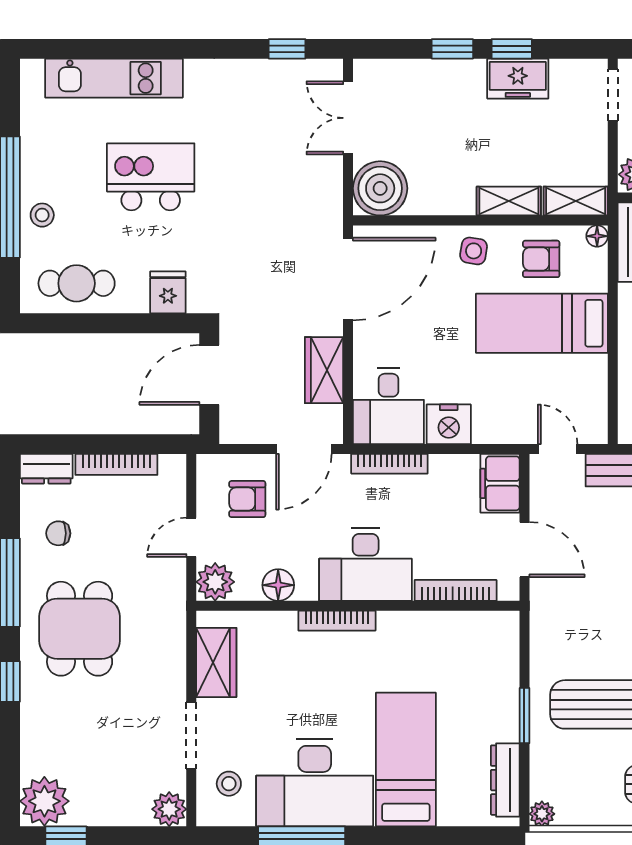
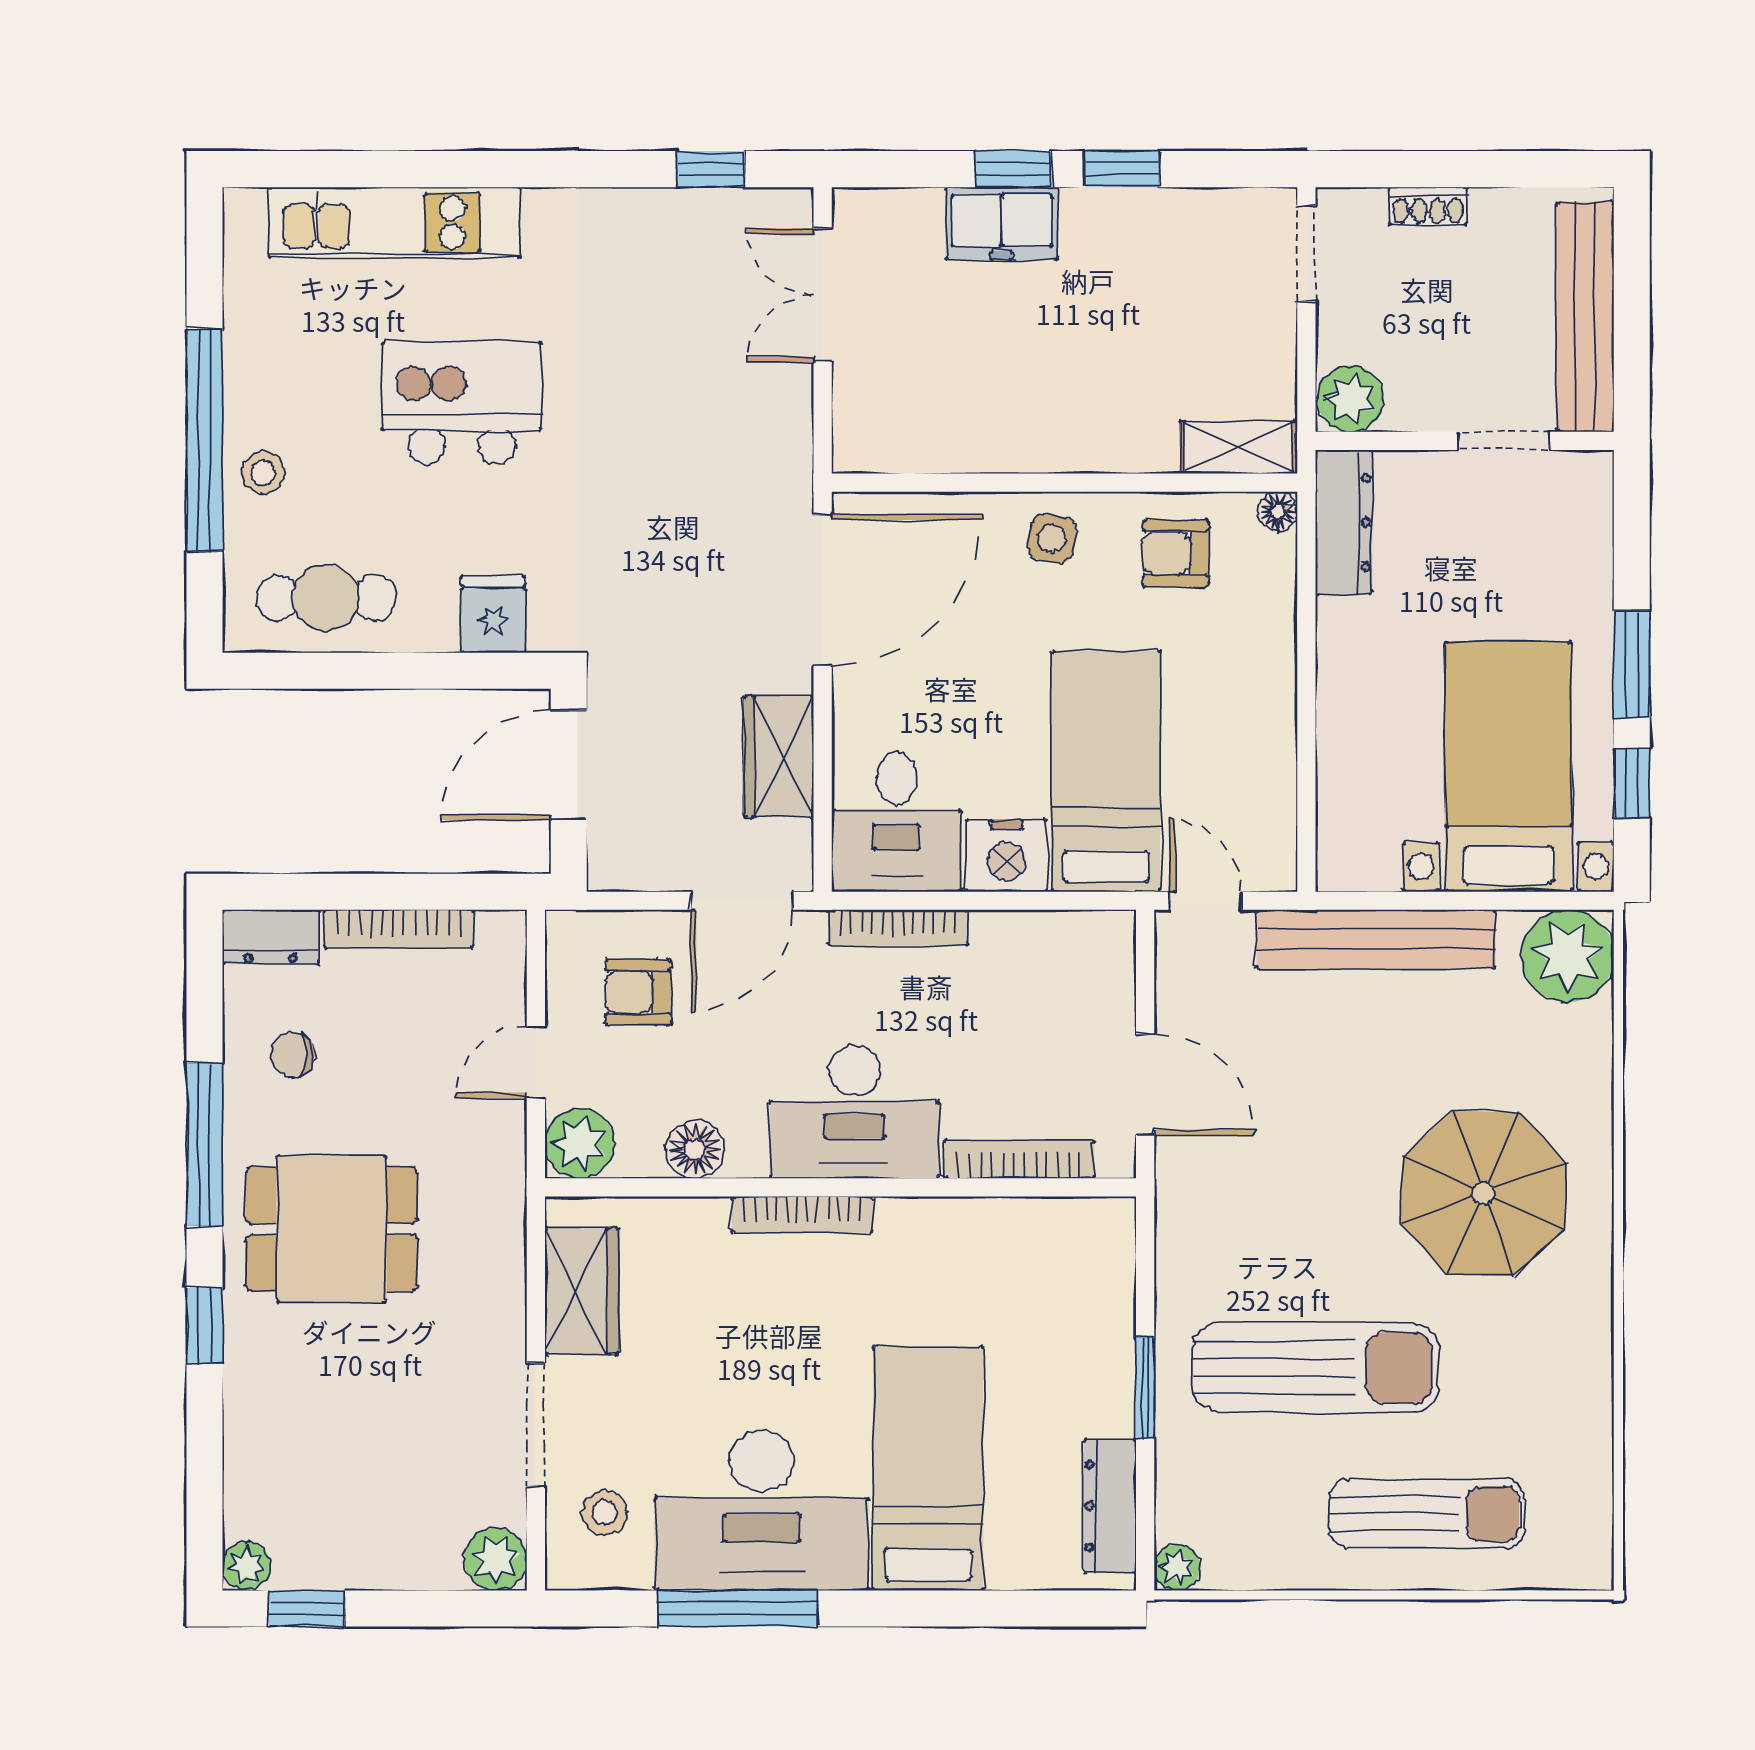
freezer: (518, 79) -> (1002, 223), moved
boiler: (380, 188) -> (881, 424), removed
shelving: (509, 201) -> (1117, 447), removed
bed: (542, 323) -> (1106, 771), moved, turned 90
filing cabinet: (500, 483) -> (1100, 963), removed
dining table: (80, 629) -> (332, 1229), turned 90
plant: (44, 801) -> (246, 1566), width x0.53, depth x0.53

